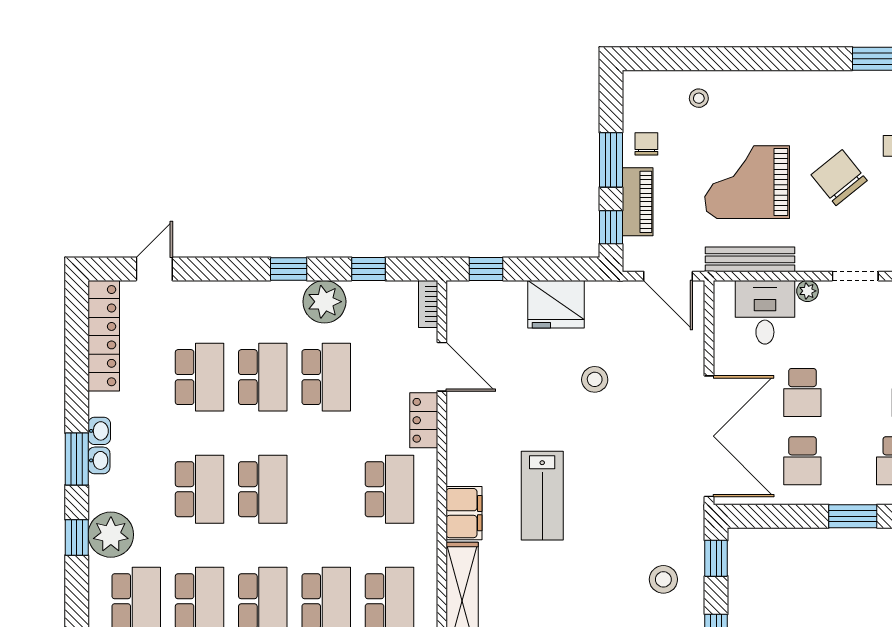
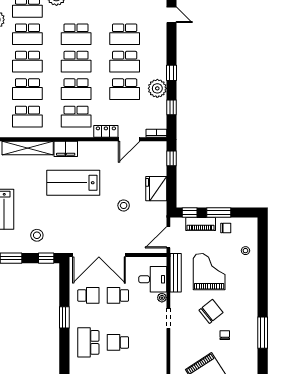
school desk: (802, 461) -> (88, 295), turned 180
school desk: (326, 489) -> (76, 89), added
lab bench: (542, 496) -> (73, 183), width x1.36, depth x1.39

